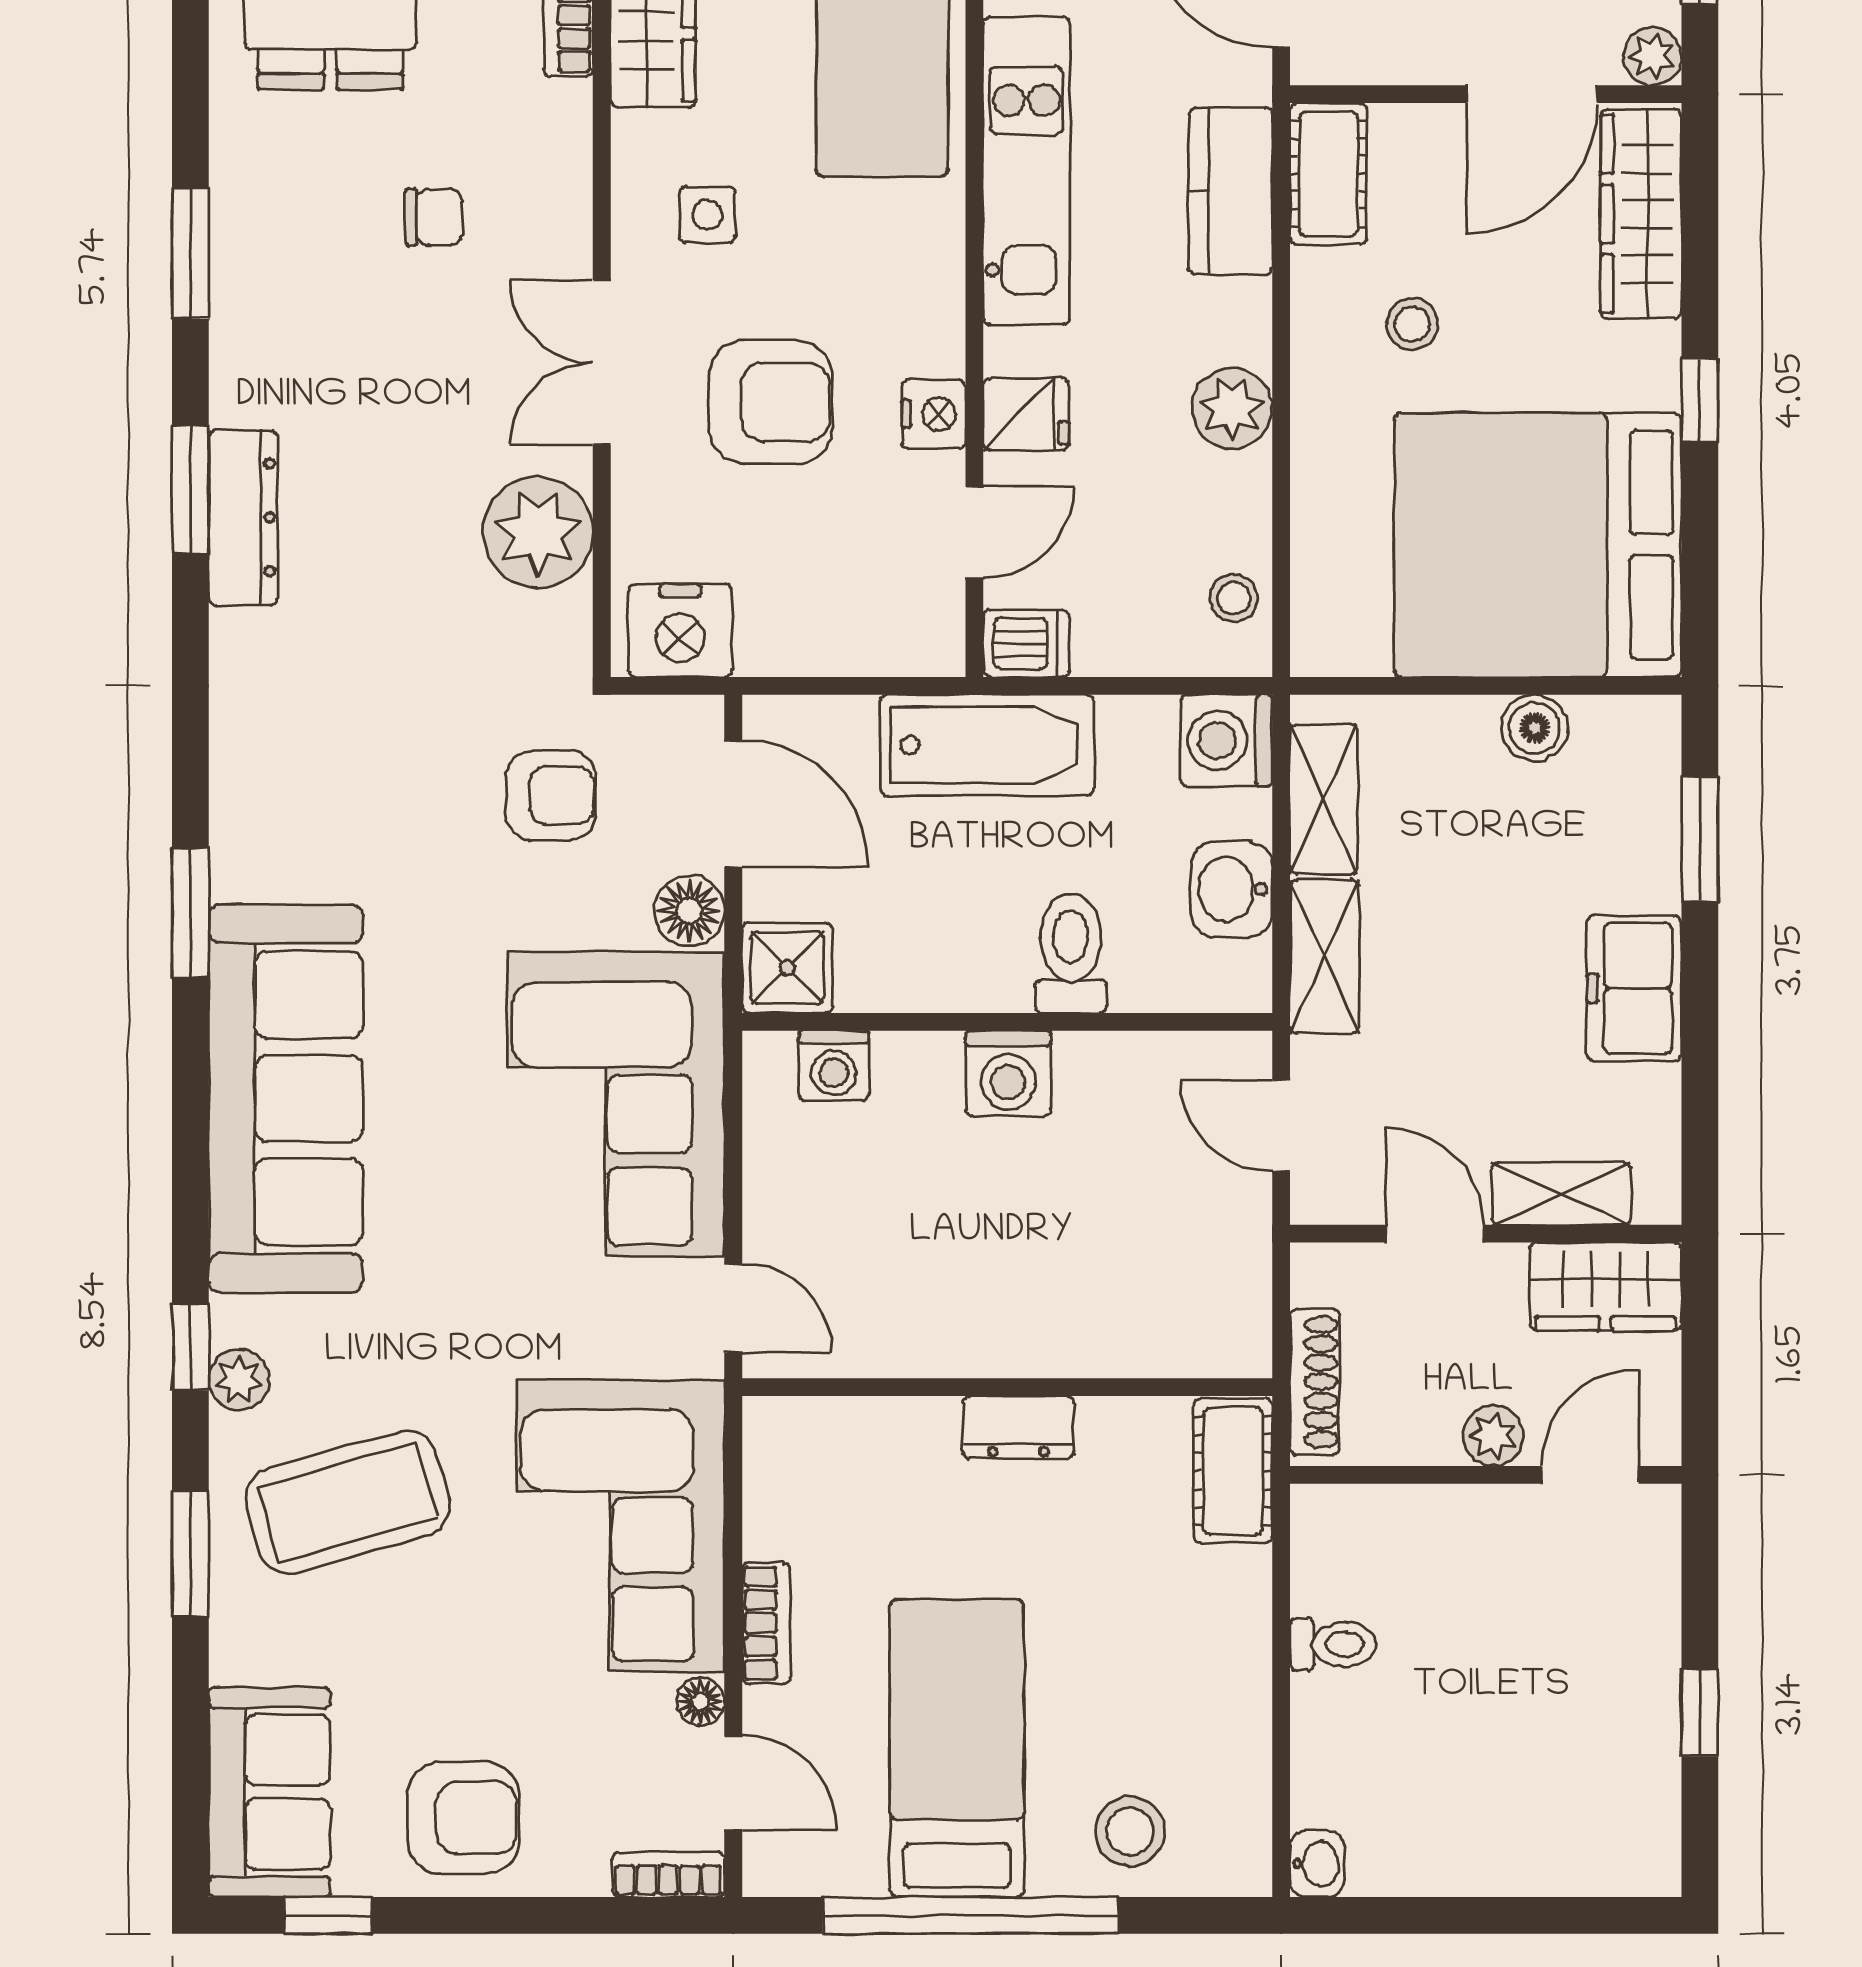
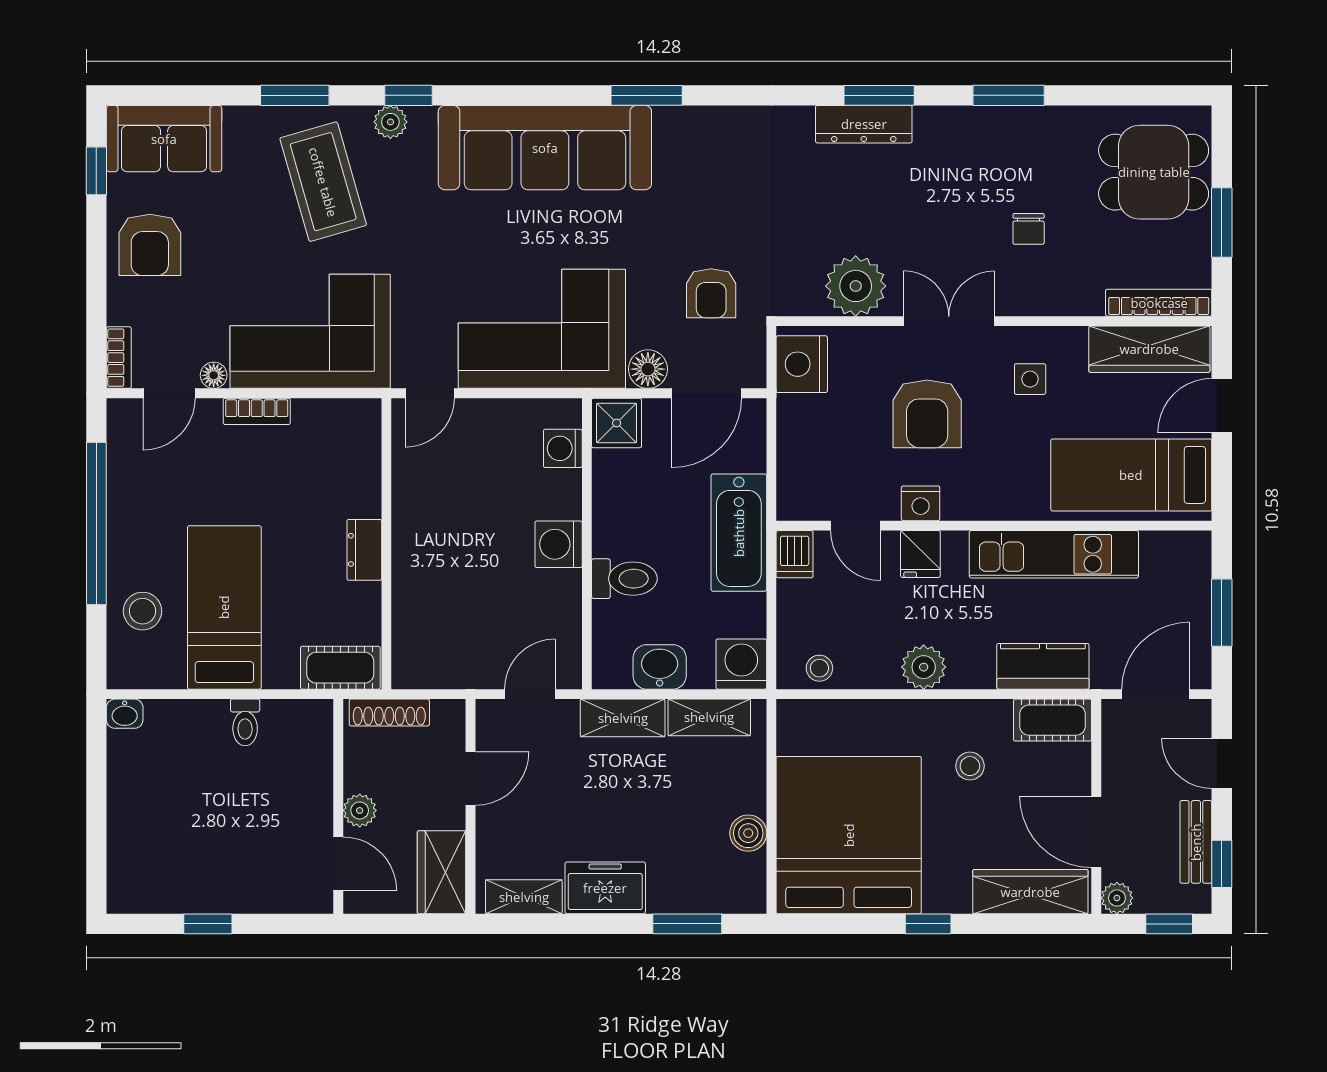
shelving: (1561, 1194) -> (524, 897), moved, turned 90
bed: (957, 1748) -> (224, 607), moved, turned -90

